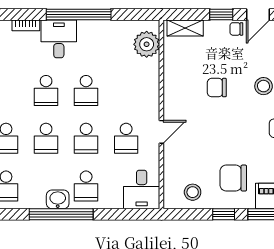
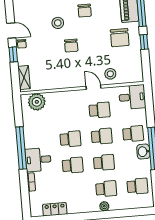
chair: (217, 88) -> (71, 46), moved
stool: (193, 192) -> (110, 74), moved

